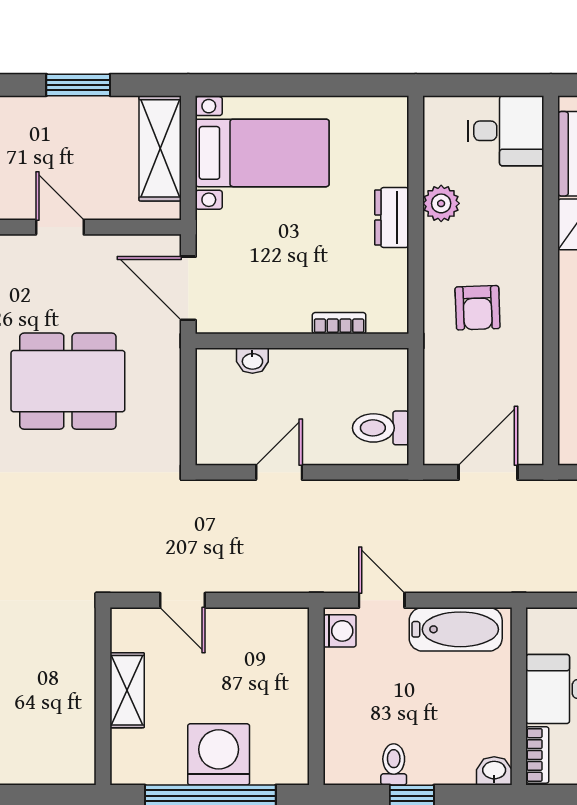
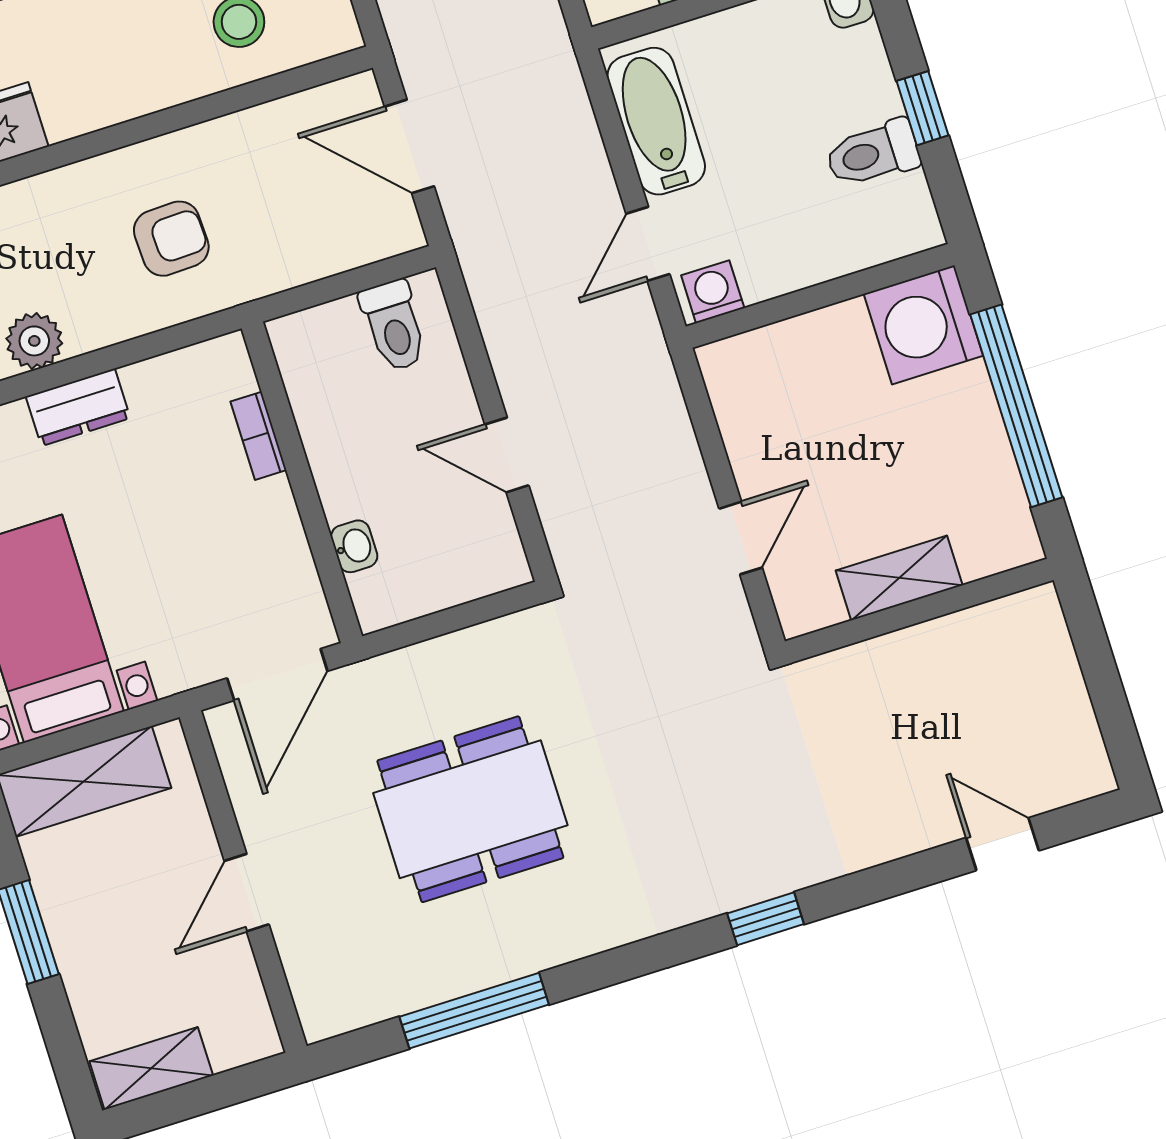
dining table: (68, 381) -> (470, 809), turned 90
washing machine: (219, 754) -> (923, 325), moved
toilet: (394, 764) -> (873, 154), width x1.37, depth x1.39

